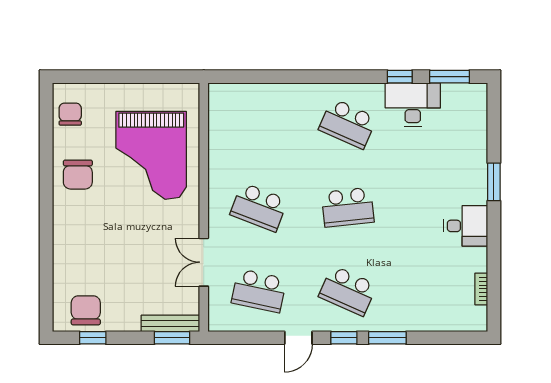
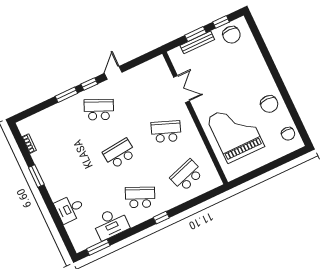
window: (400, 77) -> (161, 218), moved
chair: (78, 175) -> (269, 104), turned 180
window: (494, 182) -> (36, 176), moved
desk: (466, 226) -> (70, 209), moved
school desk: (259, 291) -> (187, 175), moved, turned -30
bench: (170, 323) -> (197, 42), moved
window: (172, 338) -> (196, 34), moved

